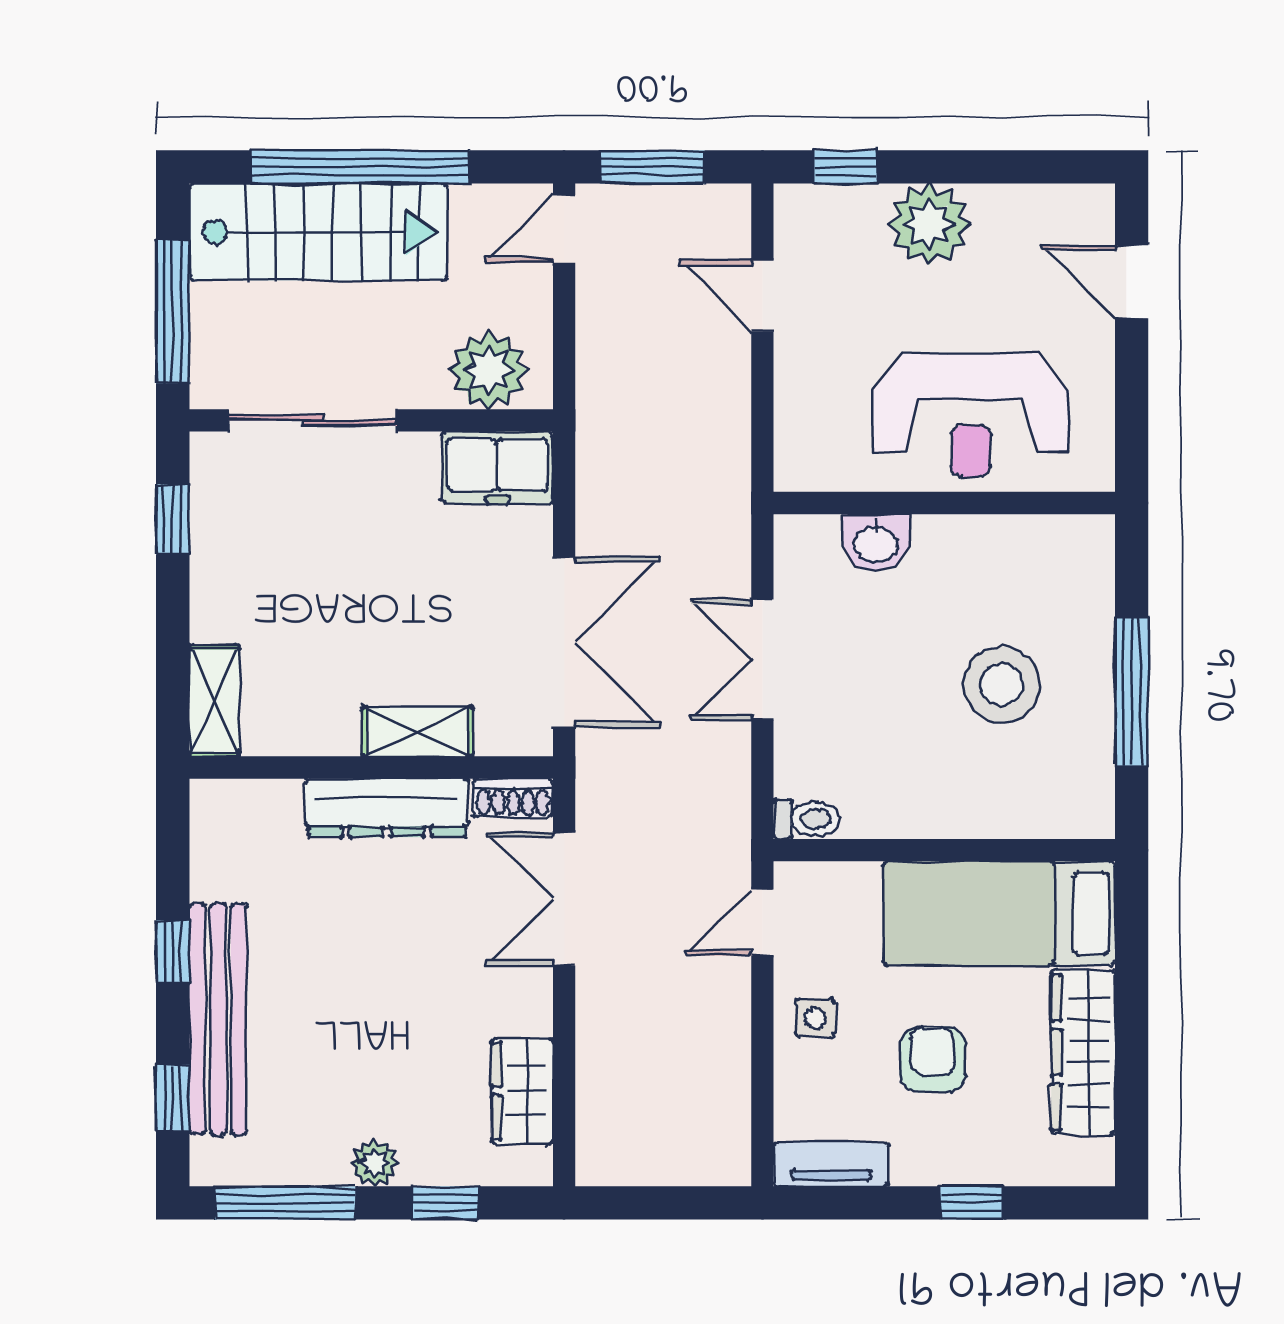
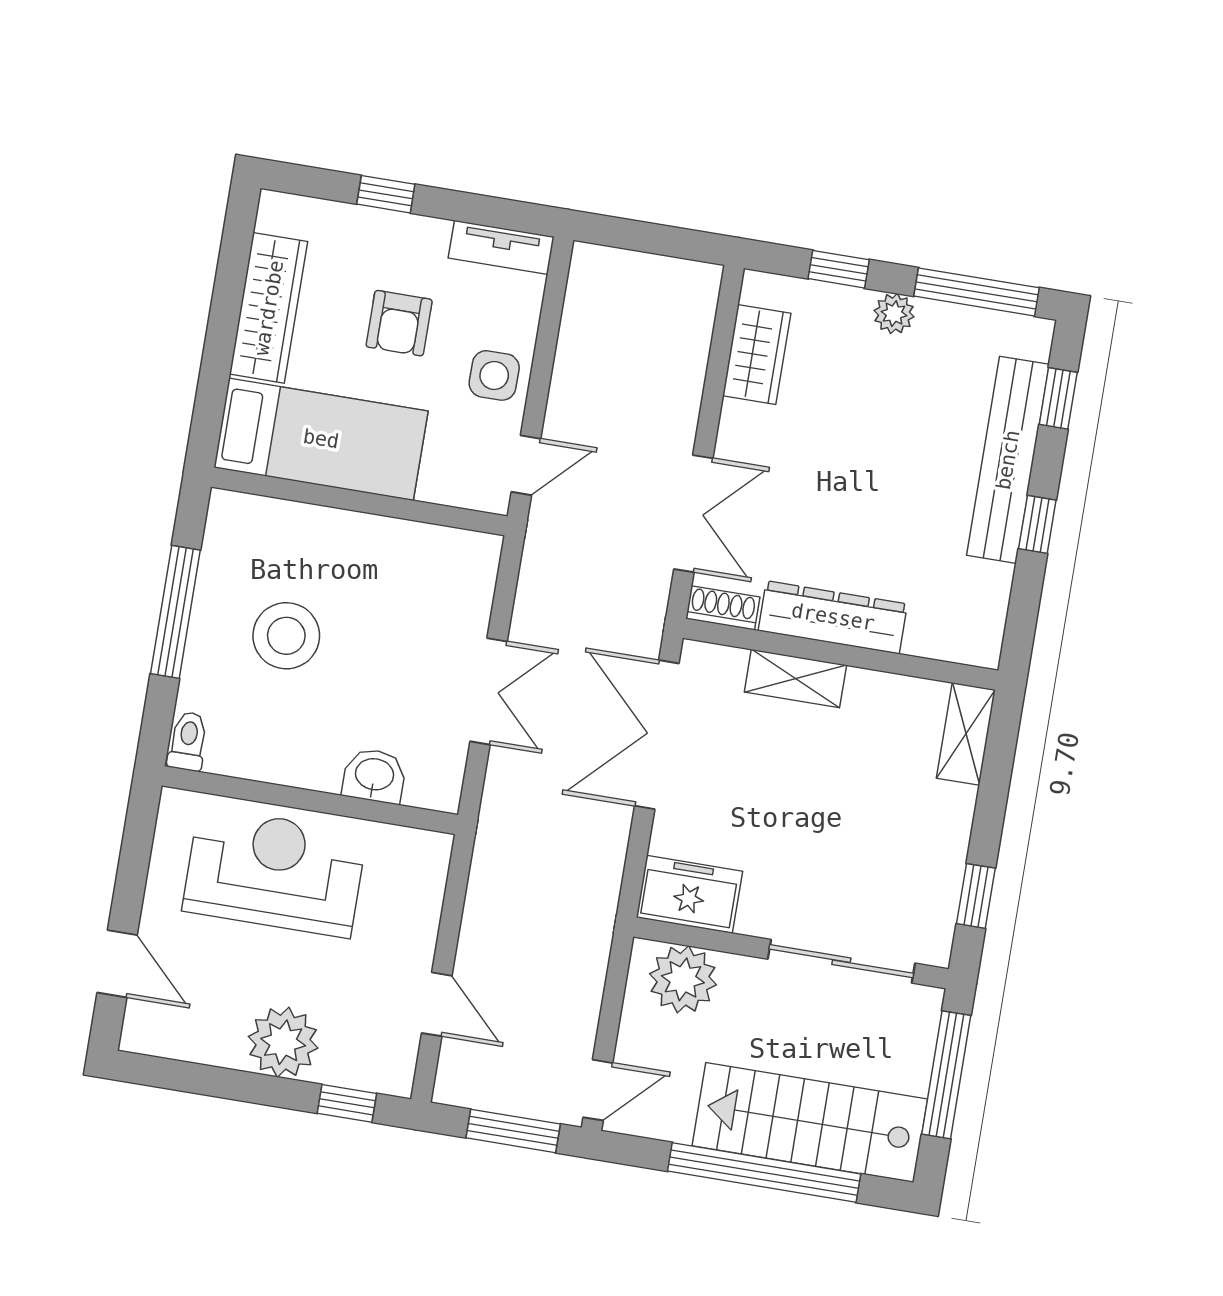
toilet: (806, 819) -> (188, 741), moved, turned 90
side table: (815, 1018) -> (494, 375), width x1.37, depth x1.37

